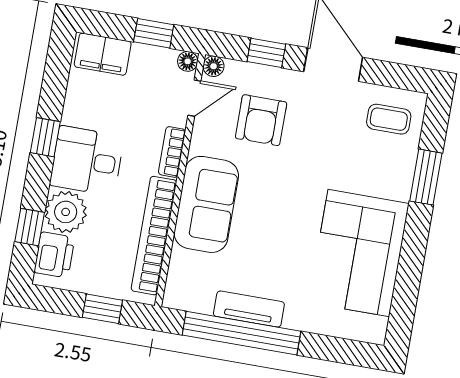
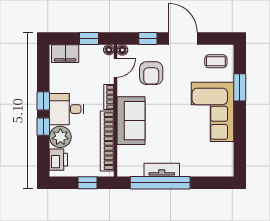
window: (30, 227) -> (43, 127), moved
corner sofa: (359, 253) -> (213, 112), moved

